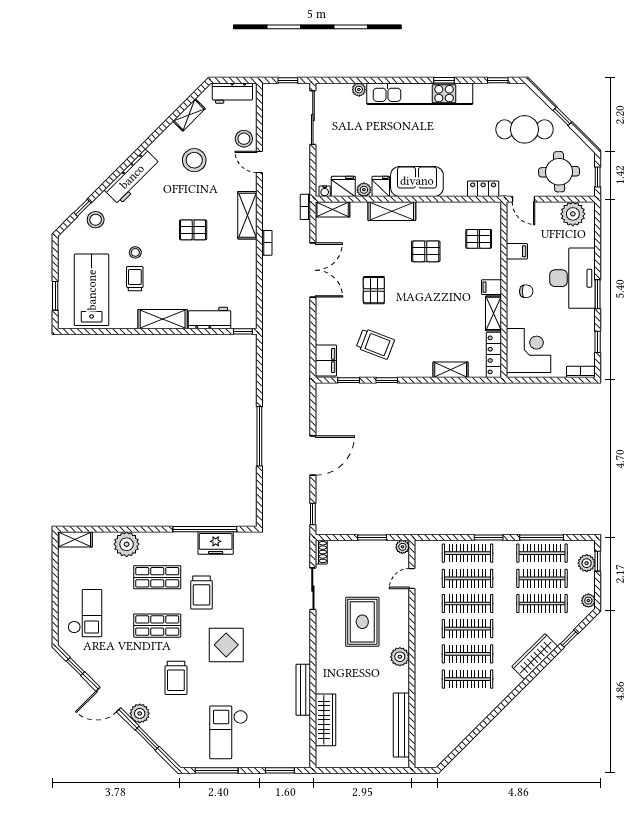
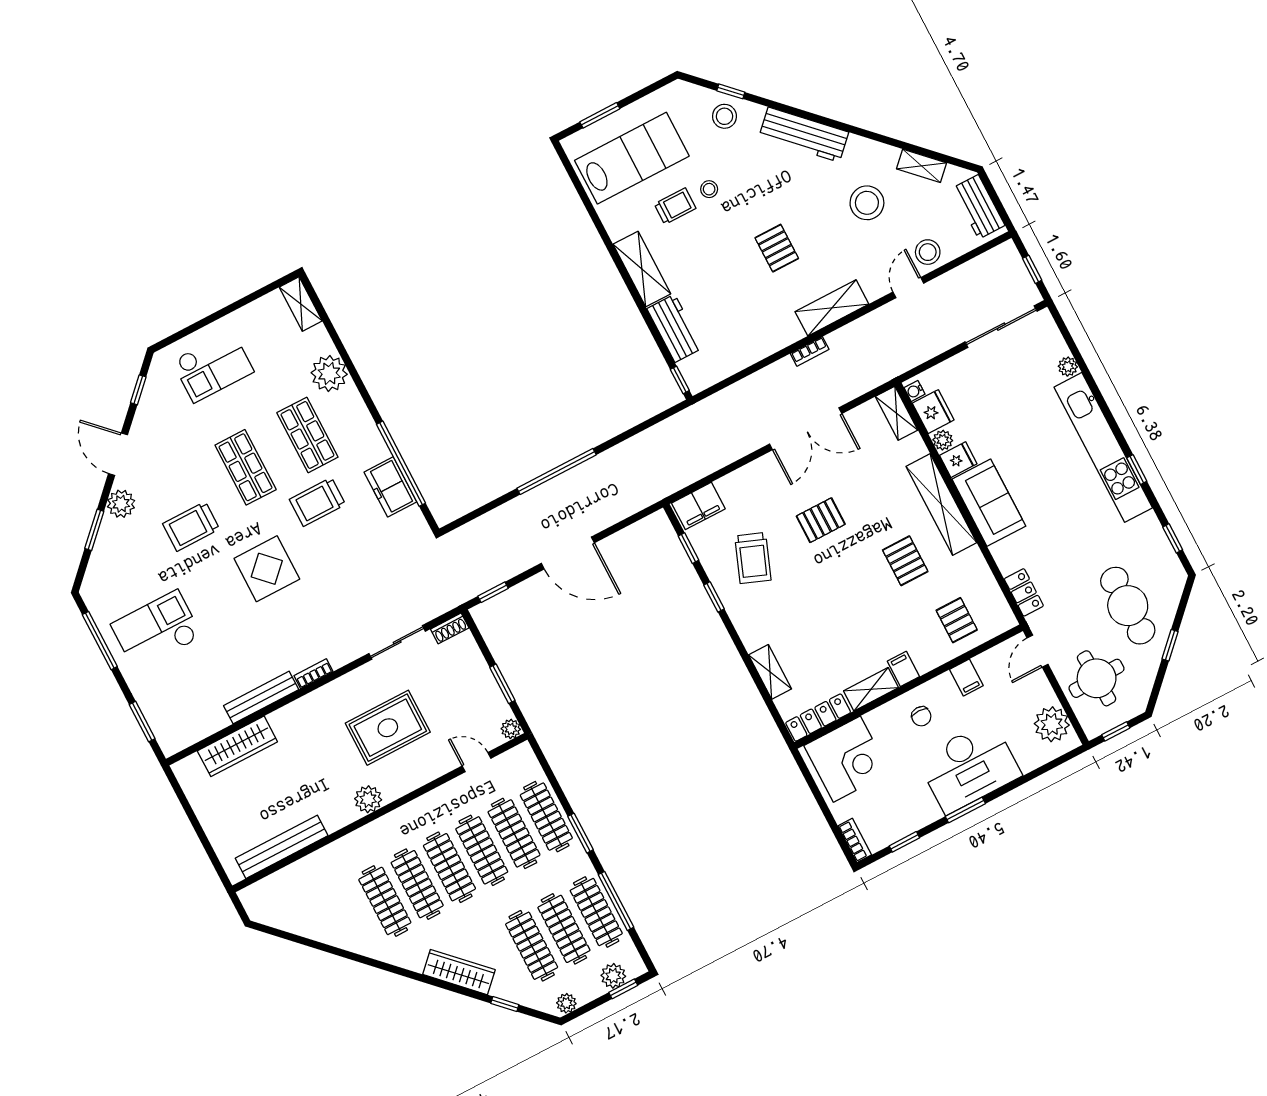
bookcase: (305, 207) -> (313, 674), moved
shelving: (392, 211) -> (941, 505), width x1.47

